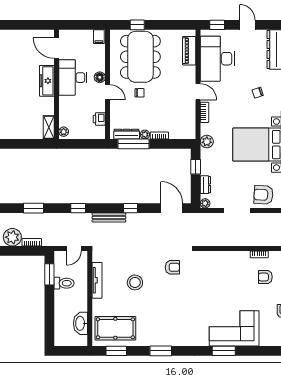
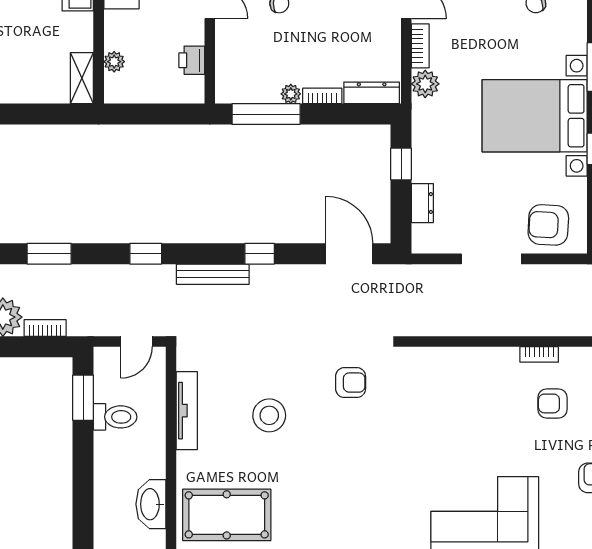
plant: (64, 132) -> (114, 62), moved
dresser: (127, 134) -> (372, 93), moved
plant: (207, 142) -> (425, 84), moved
plant: (205, 203) -> (422, 243), removed

